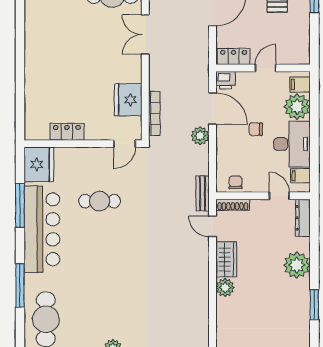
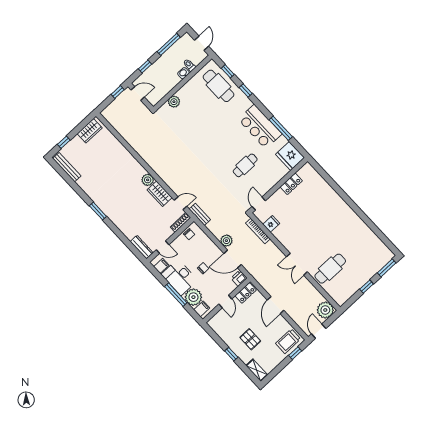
double door: (145, 35) -> (297, 264), swing flipped
fridge: (128, 100) -> (271, 224), width x0.53, depth x0.75
window: (314, 128) -> (176, 295), added
bar counter: (42, 229) -> (260, 127), width x0.73
plant: (297, 265) -> (124, 222), removed
window: (20, 285) -> (246, 90), width x0.46
window: (20, 326) -> (228, 71), added

